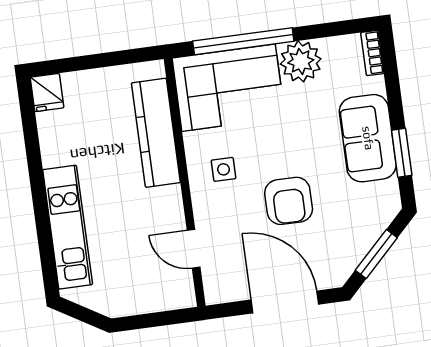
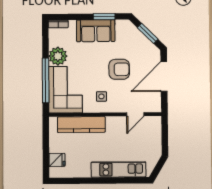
fridge: (47, 92) -> (57, 160), moved

